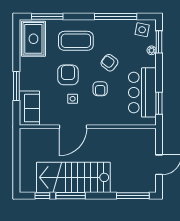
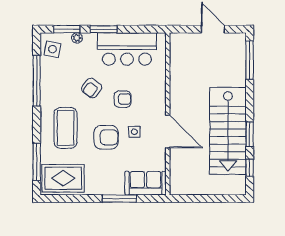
armchair: (68, 75) -> (106, 137), turned 180
window: (159, 103) -> (104, 29), moved
window: (71, 196) -> (250, 134), width x0.69

